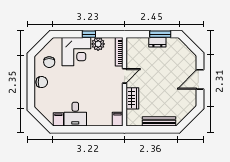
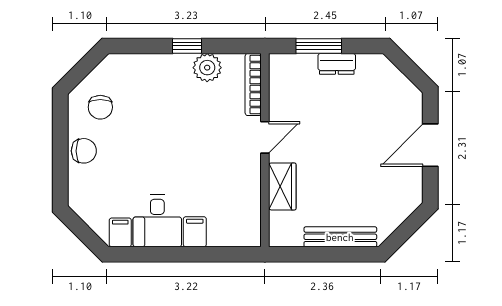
window: (160, 34) -> (319, 46), moved
corner desk: (76, 52) -> (160, 85), removed
filing cabinet: (118, 119) -> (195, 232), moved

